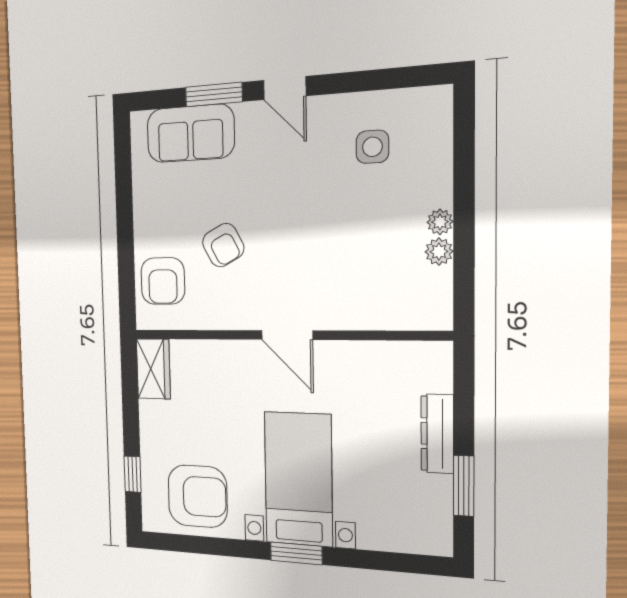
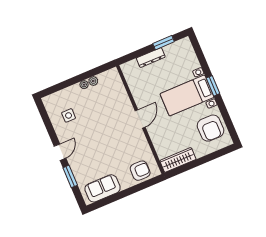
sofa: (190, 133) -> (103, 188), moved, turned -90
armchair: (223, 245) -> (119, 153), removed
wardrobe: (153, 369) -> (178, 160), width x1.50
window: (132, 474) -> (214, 155), removed
armchair: (198, 496) -> (210, 128), turned 180

